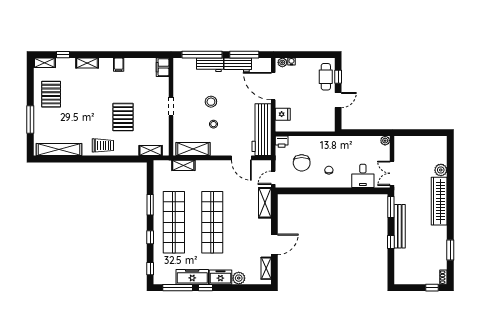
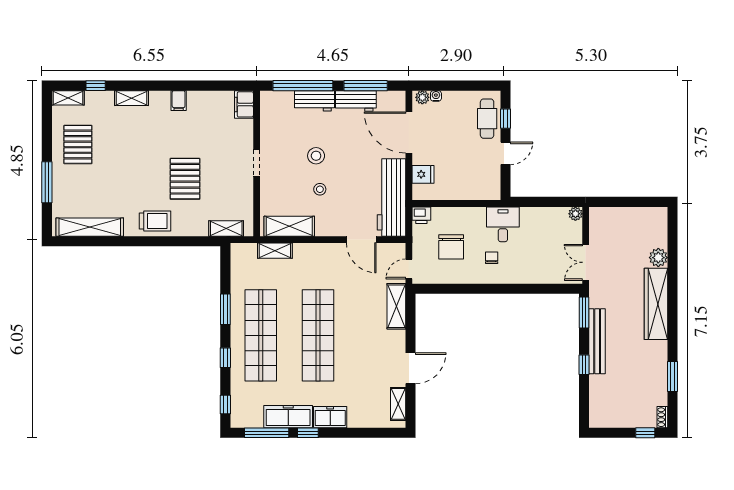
desk: (363, 176) -> (503, 224), moved, turned 180
plant: (239, 278) -> (357, 418), removed

